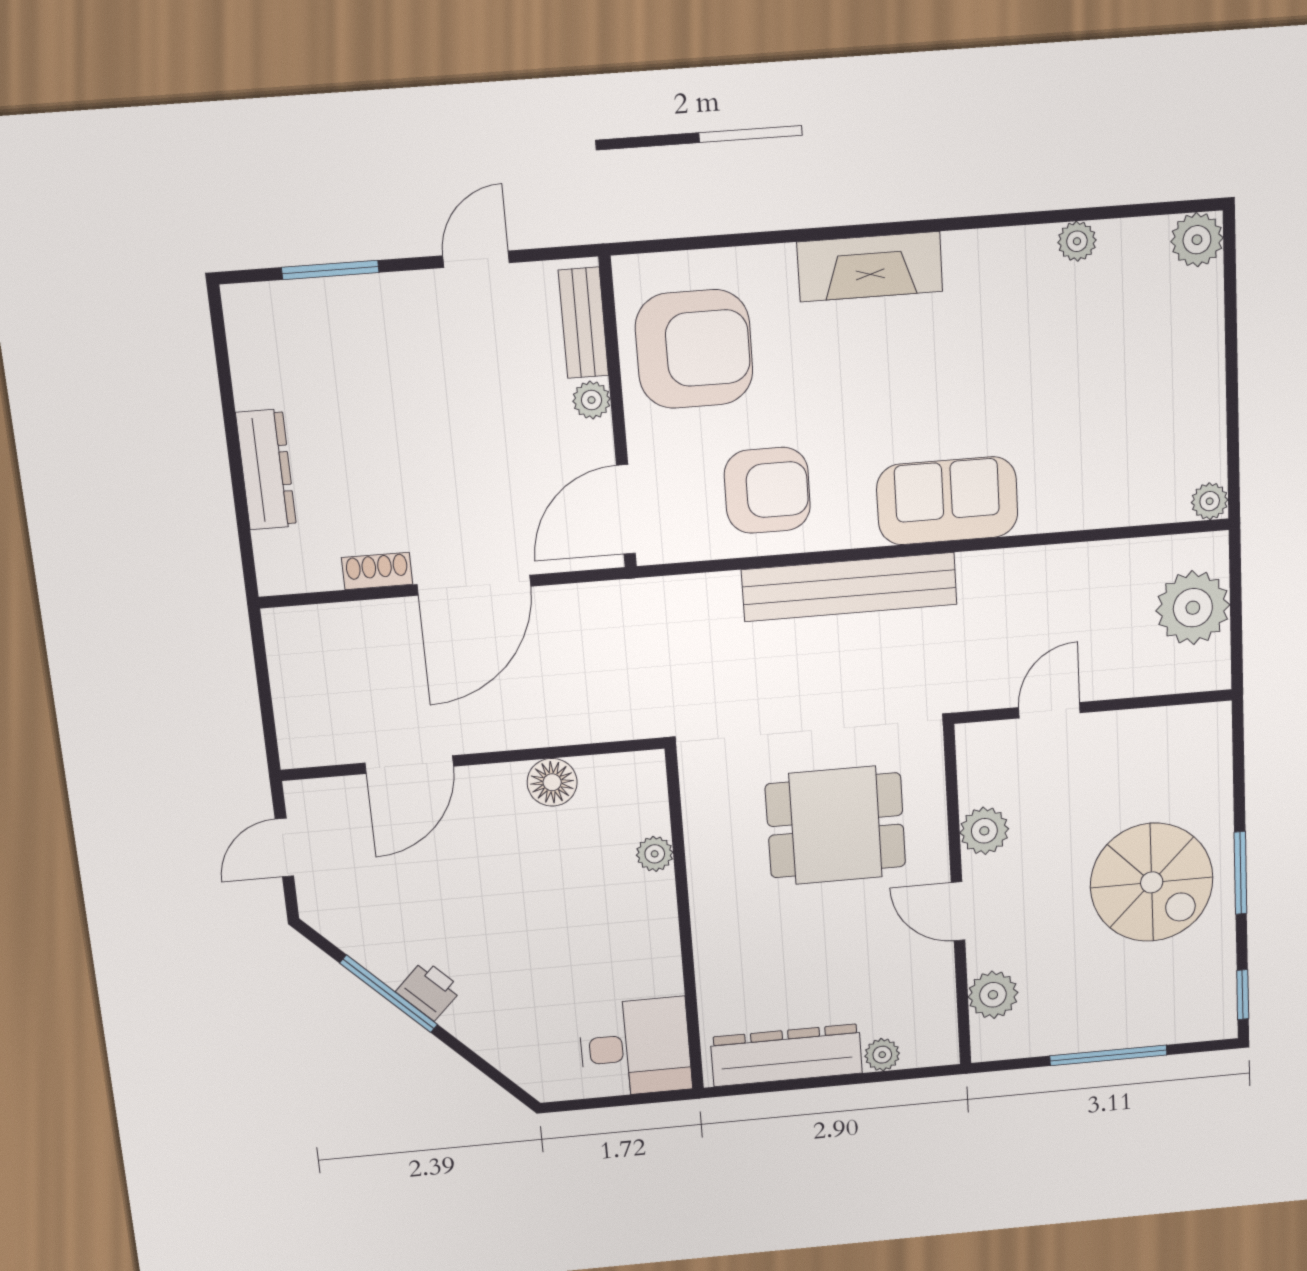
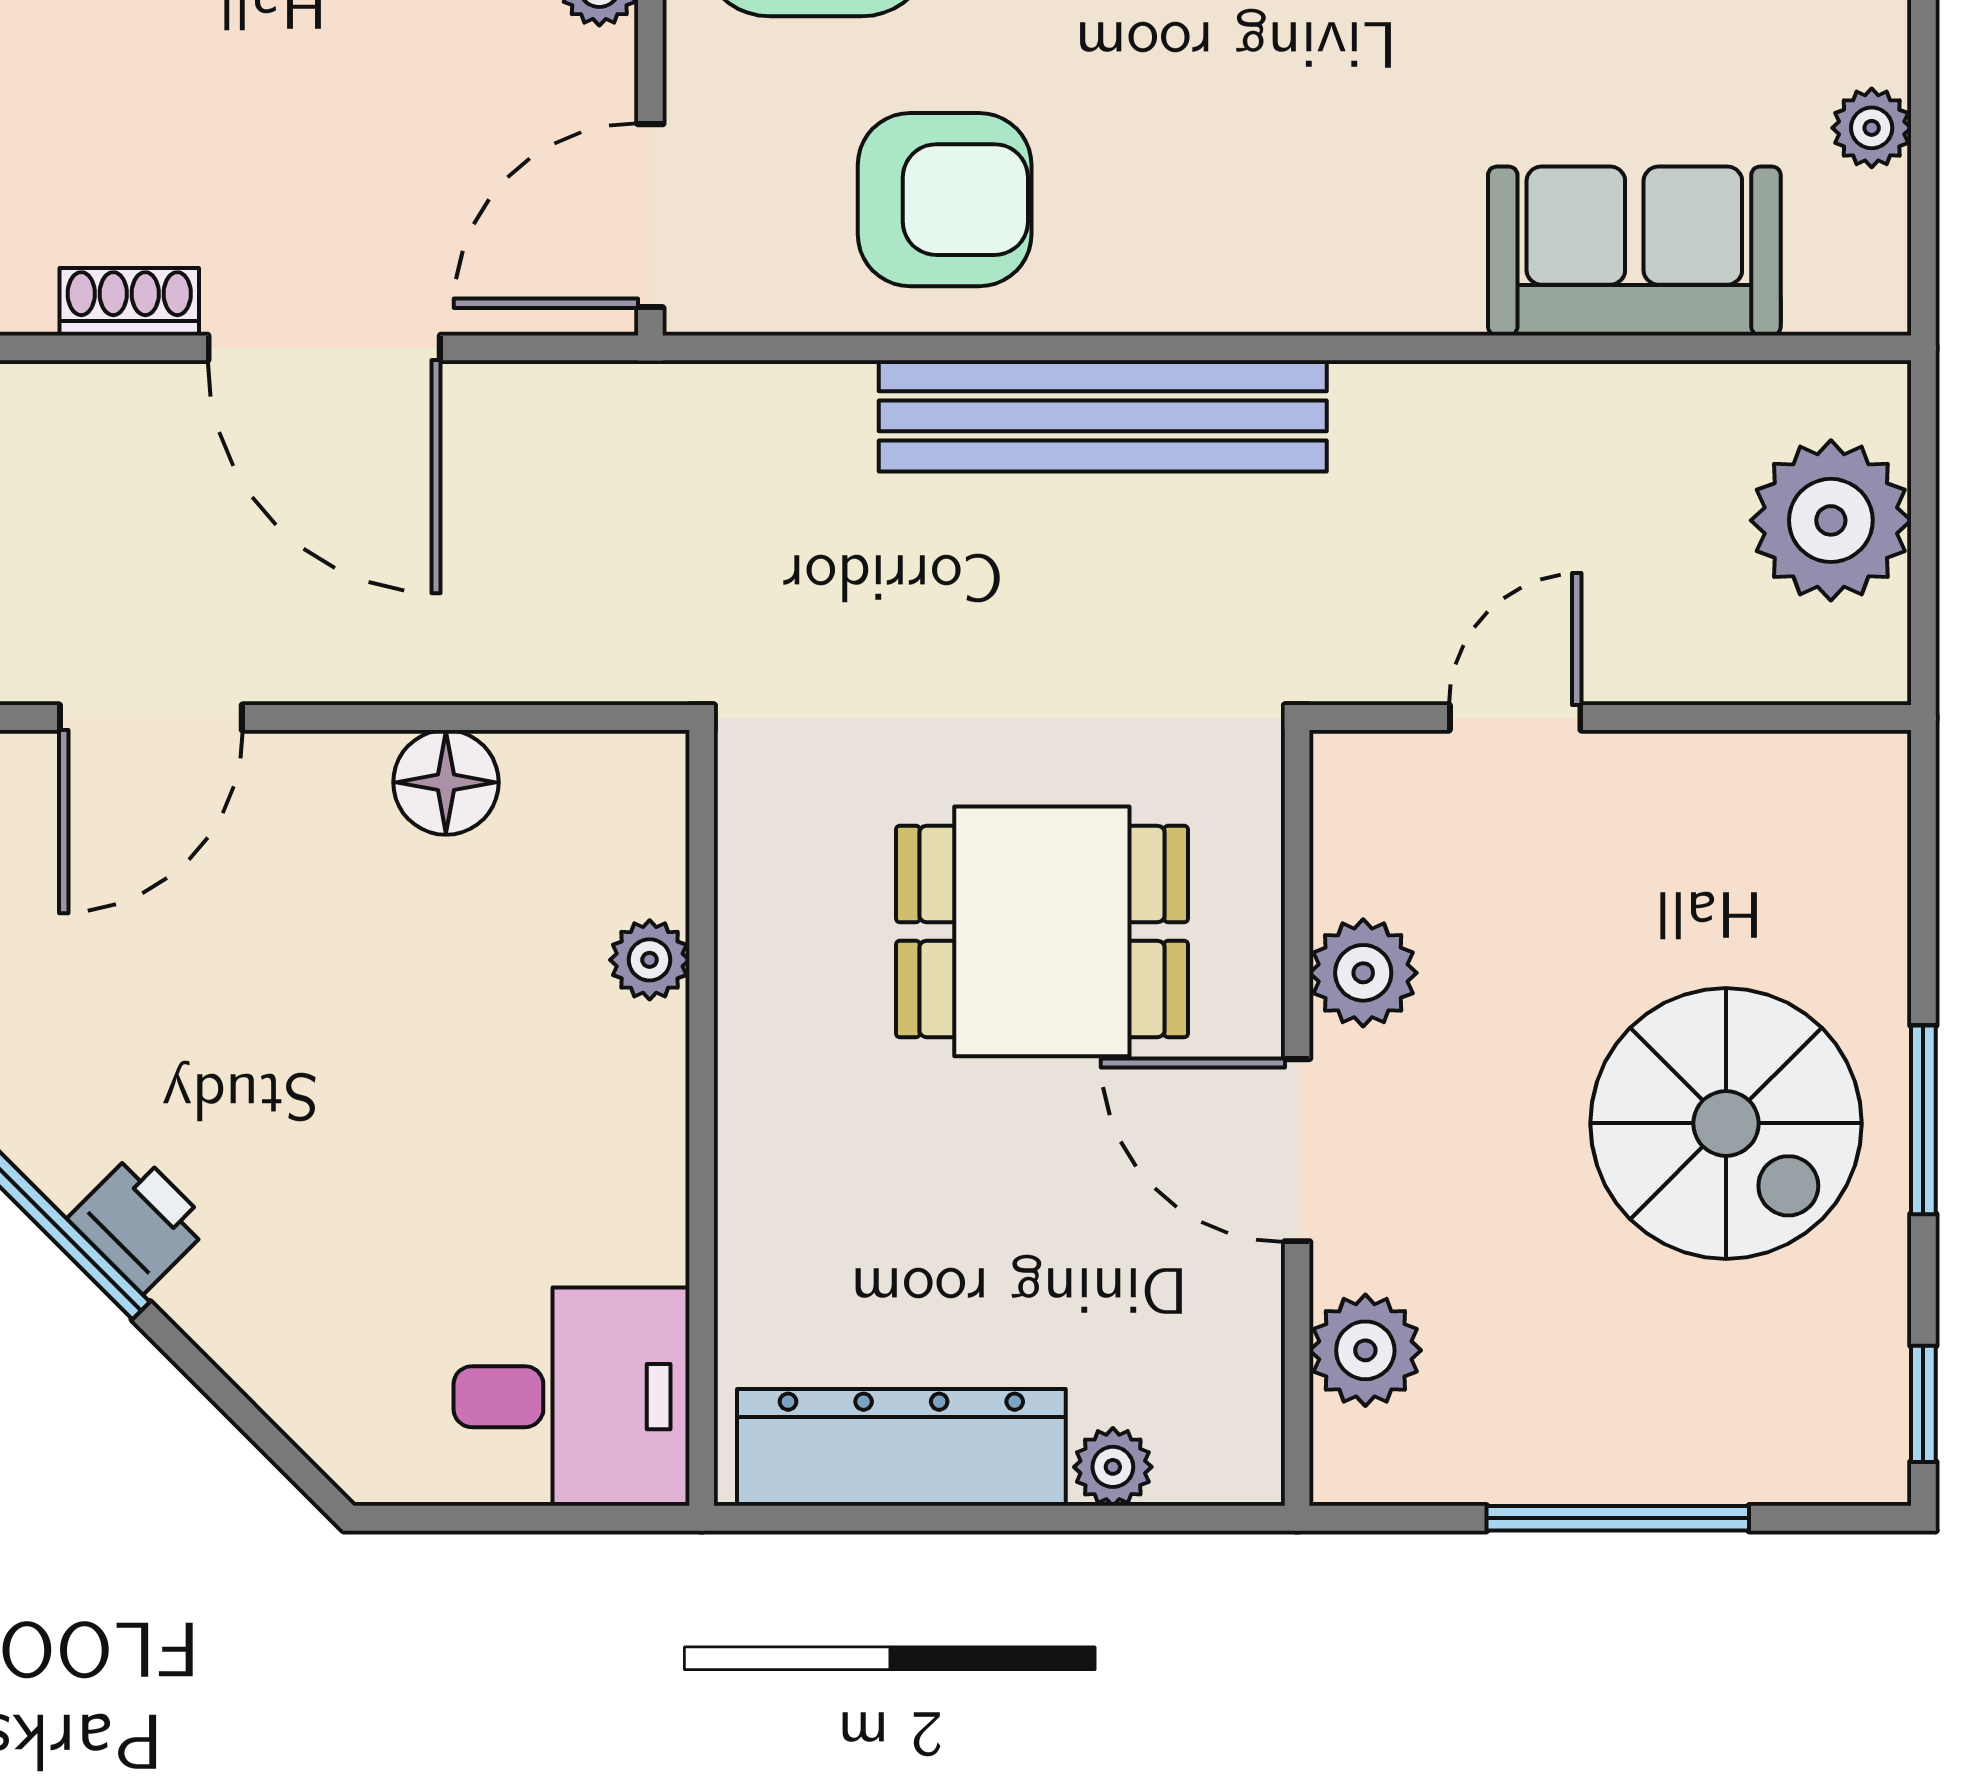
sofa: (947, 501) -> (1634, 251), moved
plant: (1210, 501) -> (1872, 128), moved
door: (474, 585) -> (324, 348), hinge flipped
door: (958, 911) -> (1297, 1150), width x1.38

